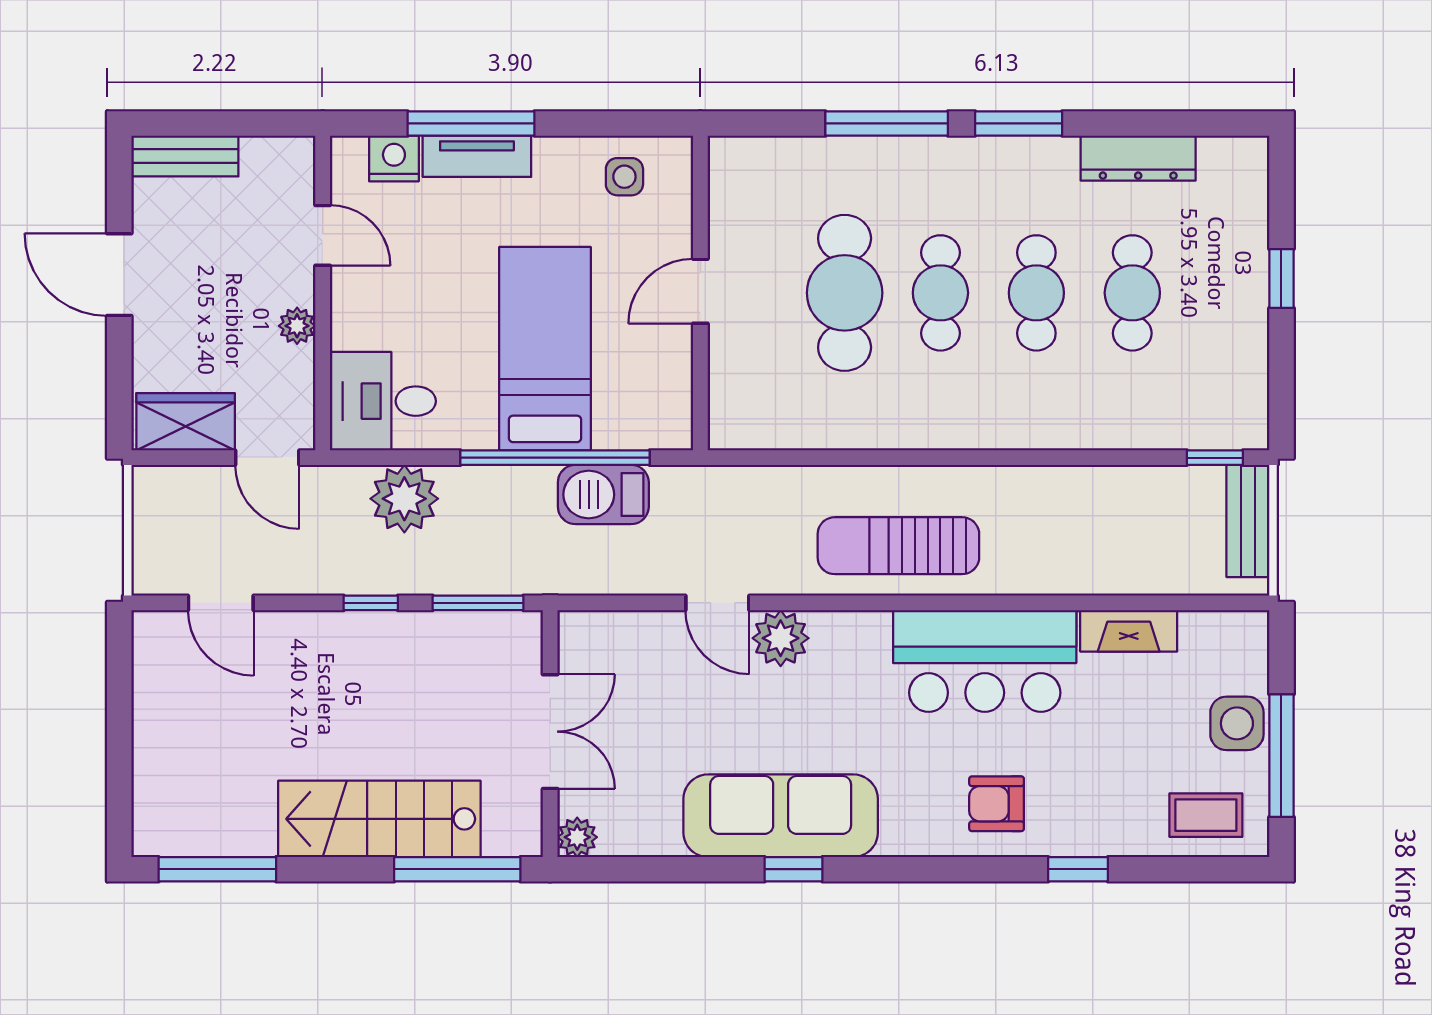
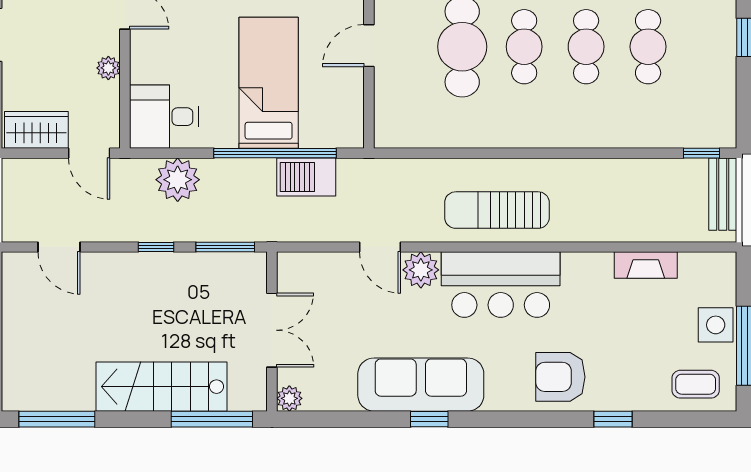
bar counter: (985, 661) -> (501, 285), moved
armchair: (997, 804) -> (560, 377), width x1.38, depth x1.38

